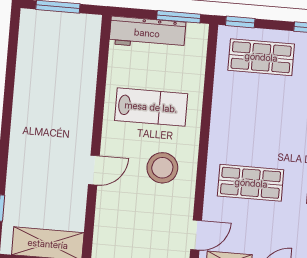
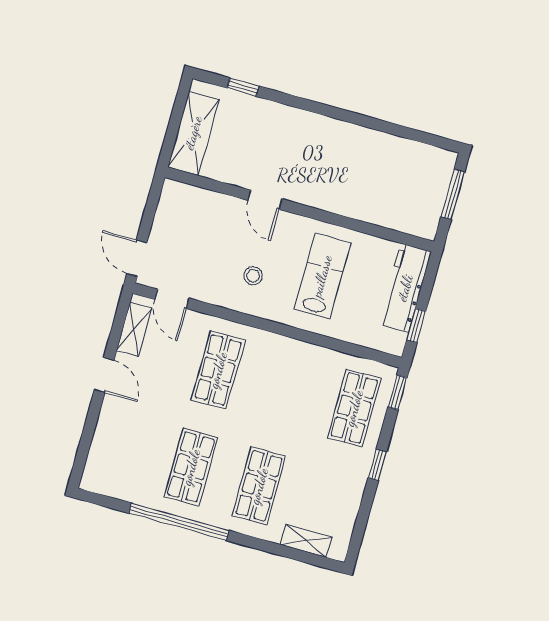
window: (179, 17) -> (416, 325), width x0.67
lab bench: (151, 107) -> (322, 276), turned 180
stool: (162, 168) -> (253, 276), width x0.53, depth x0.53

